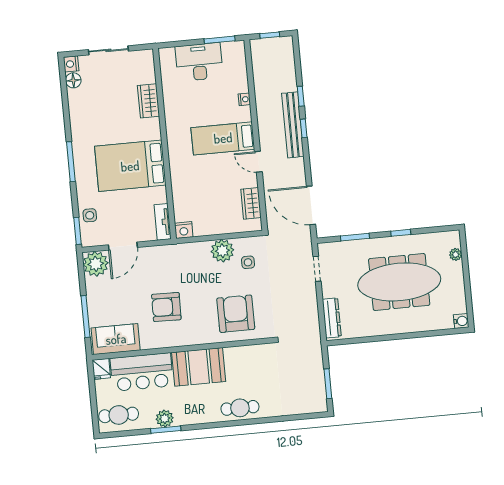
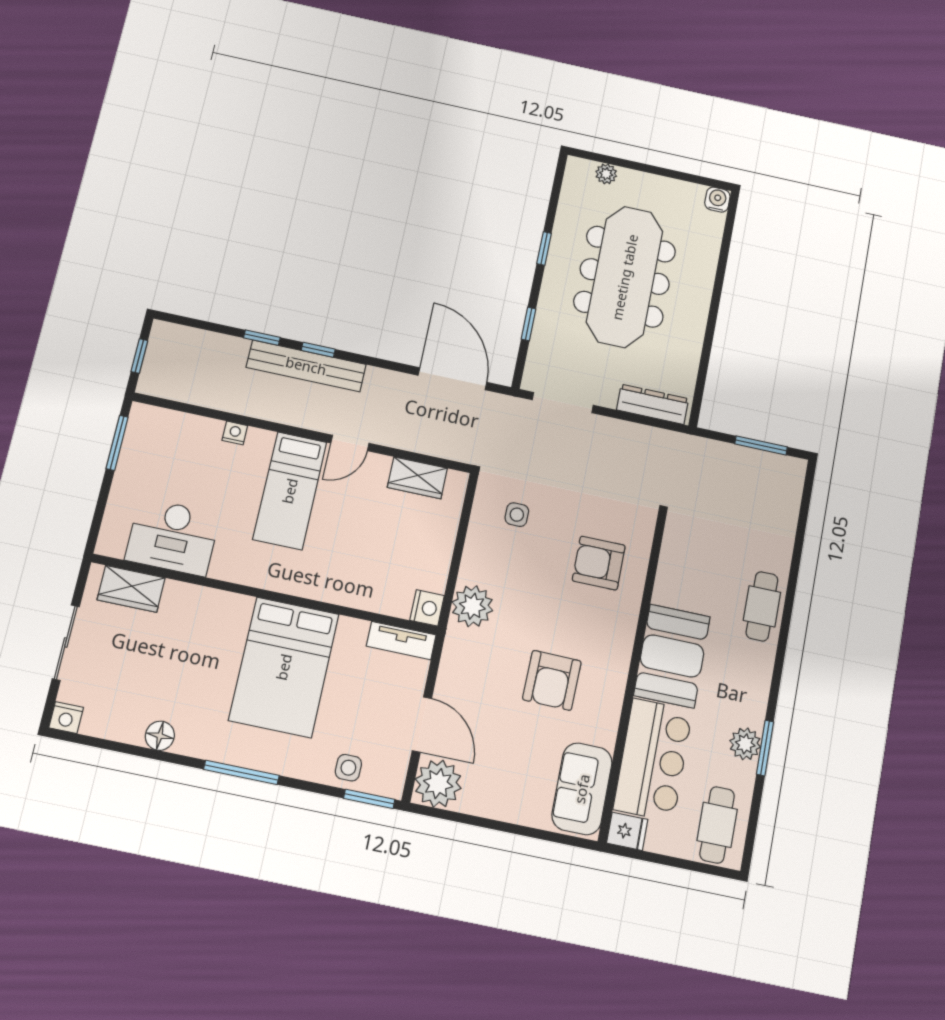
desk: (199, 62) -> (173, 537), moved, turned -90
floor lamp: (73, 80) -> (160, 736), moved
wardrobe: (149, 101) -> (131, 589), moved
door: (311, 205) -> (452, 379), swing flipped
window: (355, 237) -> (529, 324), width x0.67
plant: (222, 251) -> (472, 606), moved
doorway: (317, 269) -> (563, 403), width x1.38
armchair: (236, 314) -> (599, 563), width x0.73, depth x0.73
window: (86, 317) -> (526, 831), removed

